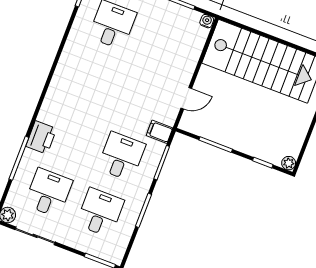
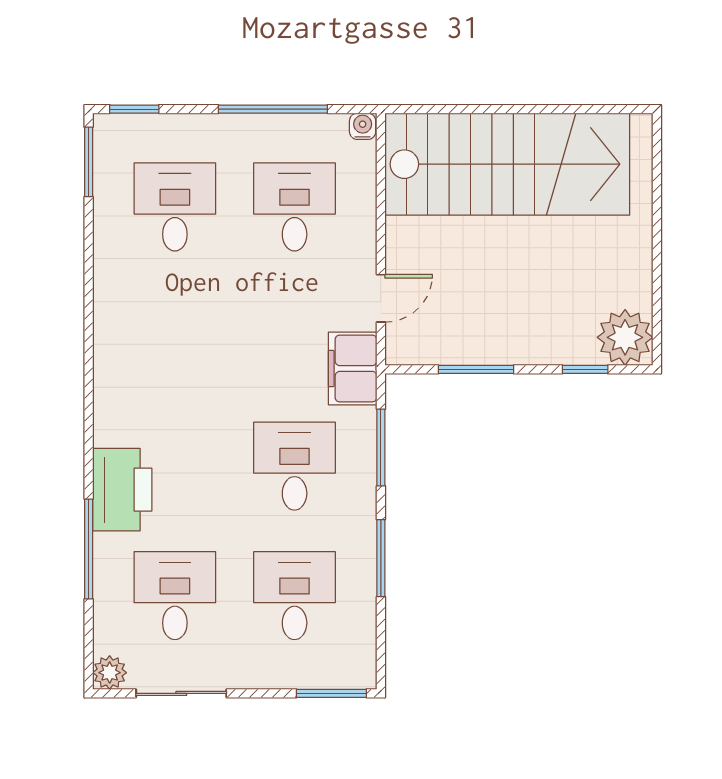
desk: (164, 45) -> (295, 207), added
filing cabinet: (160, 132) -> (353, 369), width x2.00
printer: (41, 137) -> (122, 490), width x1.37, depth x1.19
plant: (289, 163) -> (625, 337), width x1.87, depth x1.87

